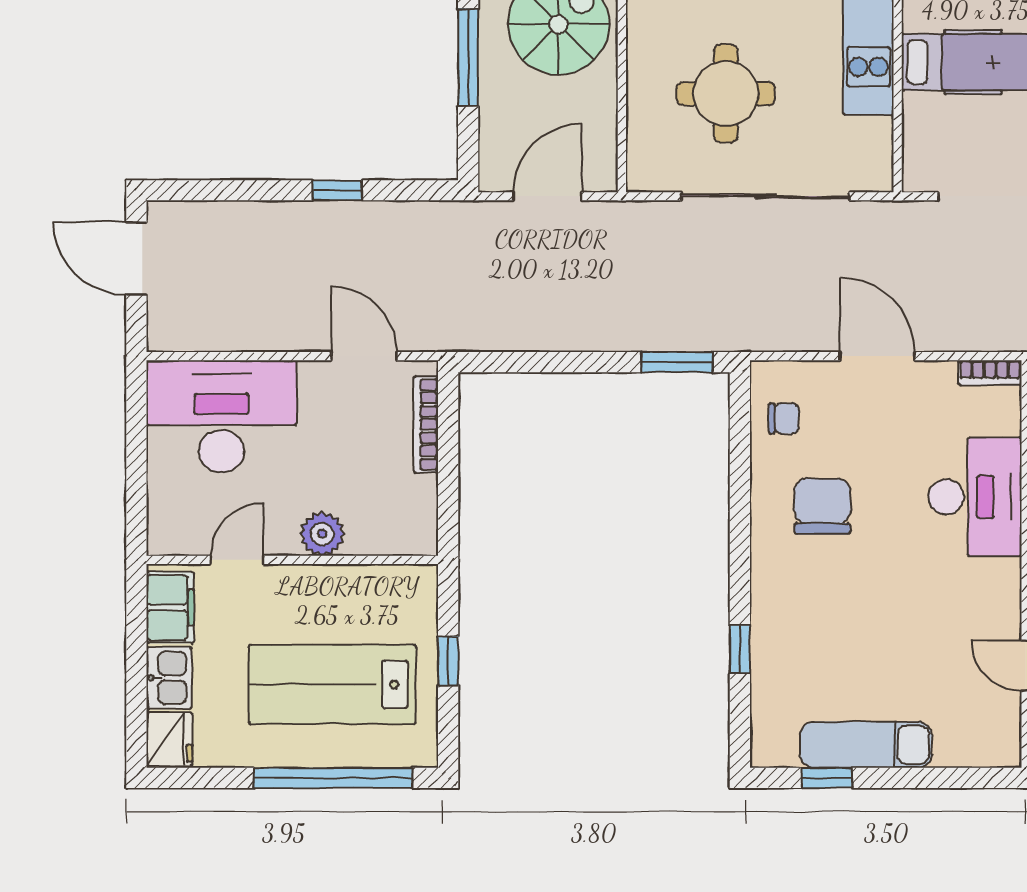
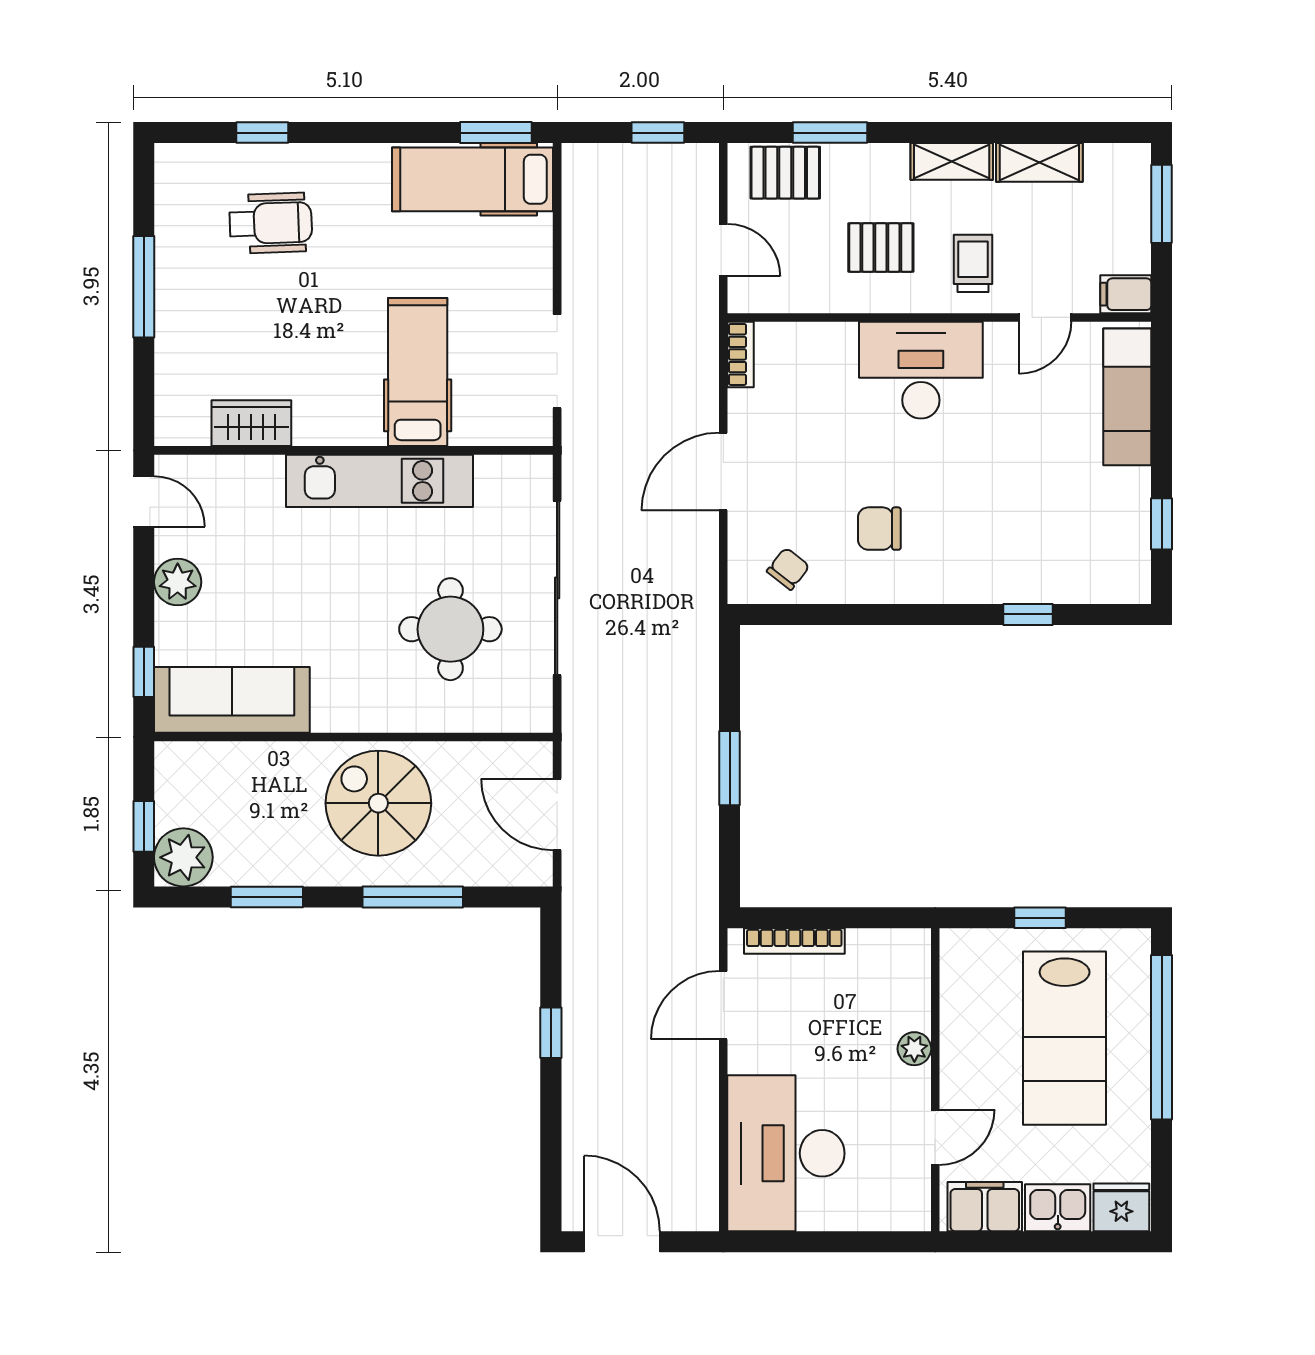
door: (136, 259) -> (622, 1242), swing flipped
window: (677, 362) -> (730, 768), moved
chair: (784, 419) -> (788, 569), turned 38
desk: (975, 497) -> (921, 370), moved
chair: (822, 506) -> (879, 529), width x0.73, depth x0.73
plant: (322, 534) -> (914, 1049), width x0.73, depth x0.73
door: (237, 560) -> (935, 1137), swing flipped
exam couch: (866, 745) -> (1127, 397), moved

